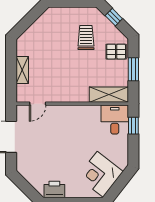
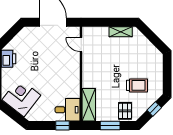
shelving: (22, 70) -> (121, 32), moved

